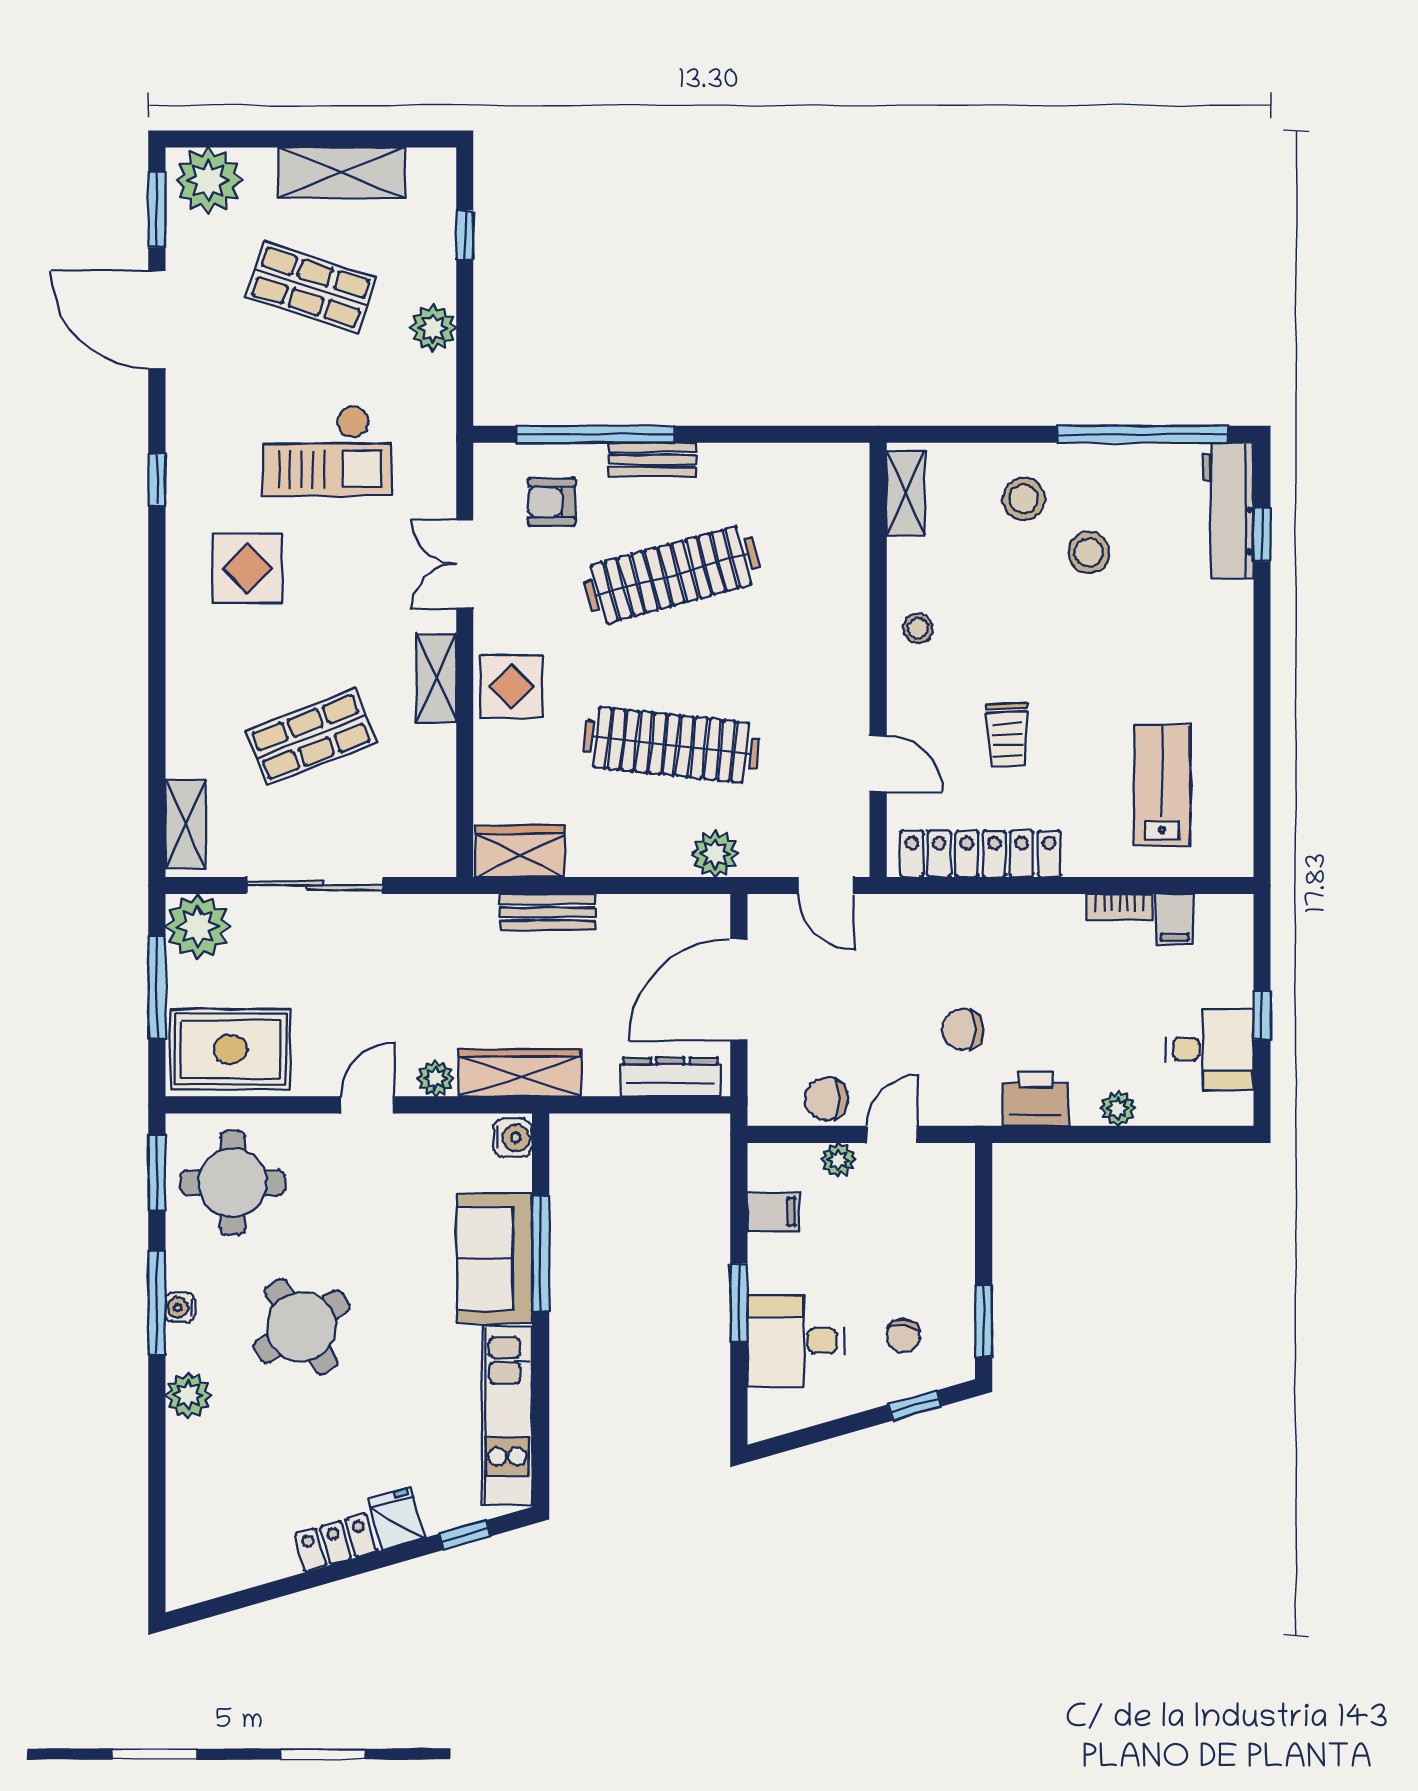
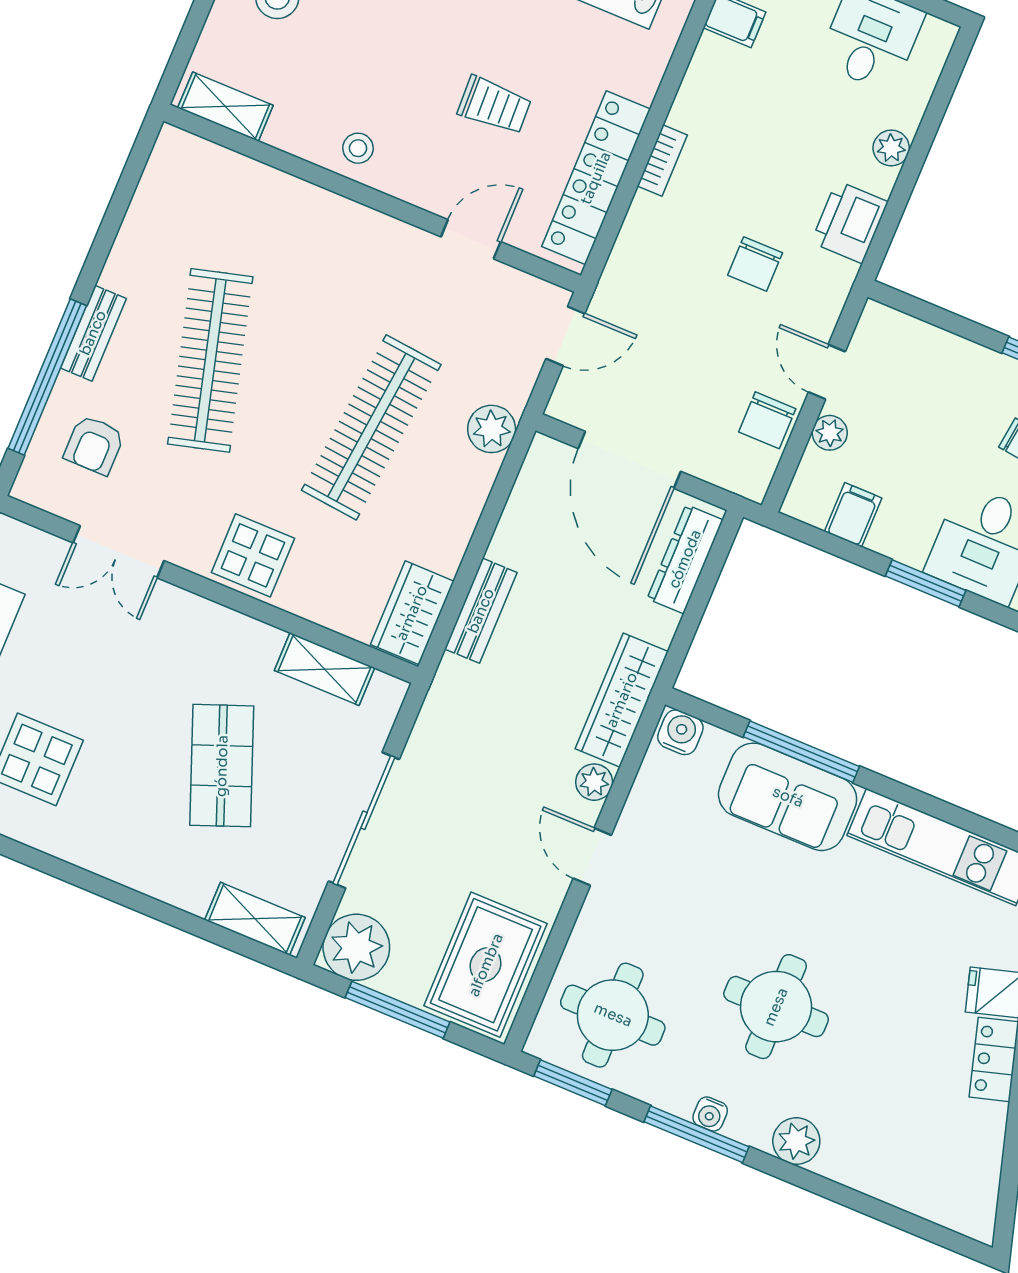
shelving: (436, 678) -> (324, 669), moved
bookcase: (1120, 907) -> (662, 160), moved
round table: (302, 1327) -> (776, 1007), turned 33

